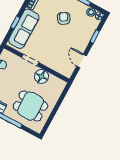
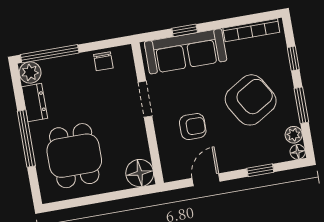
armchair: (64, 18) -> (251, 100), width x1.88, depth x1.88
armchair: (56, 50) -> (193, 127), added
floor lamp: (41, 76) -> (140, 173), moved

